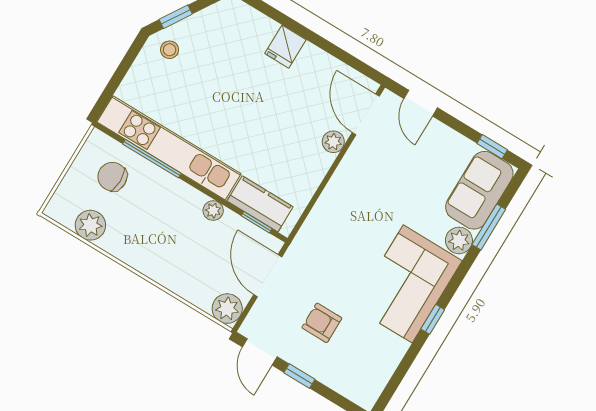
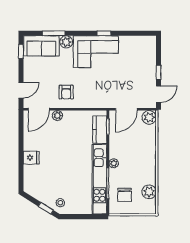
plant: (213, 211) -> (114, 163), moved
armchair: (322, 323) -> (66, 92), moved

